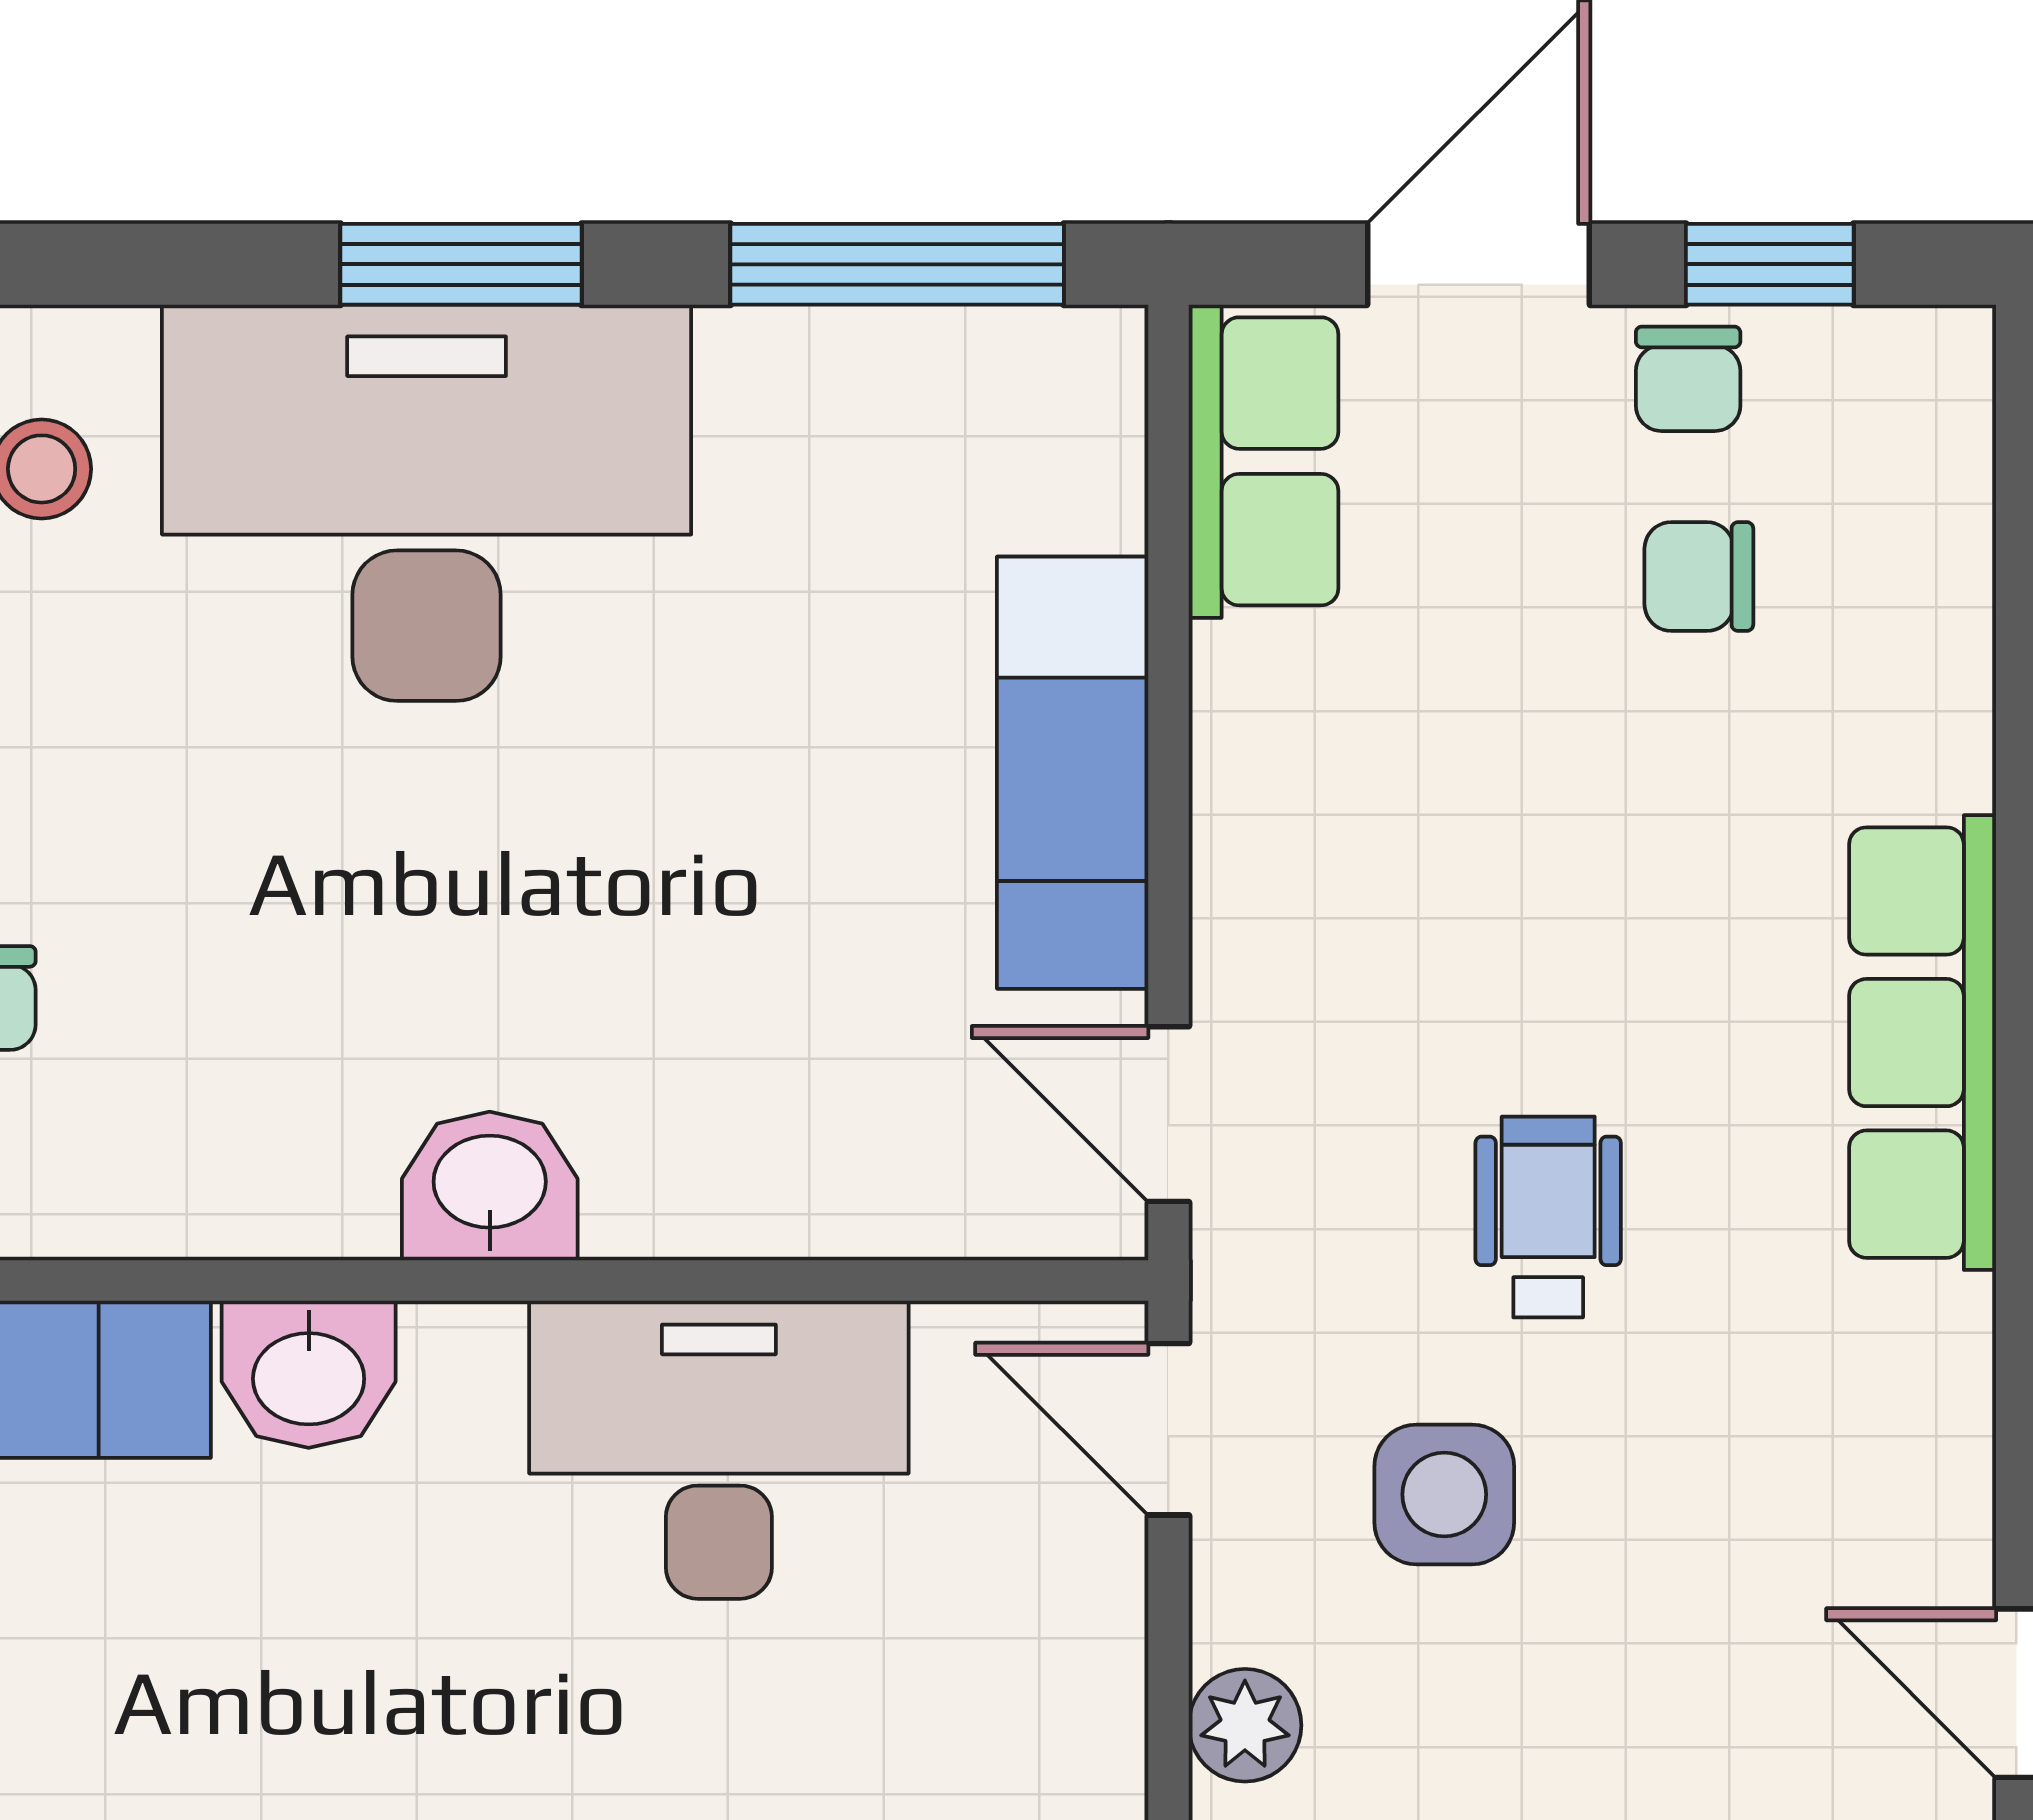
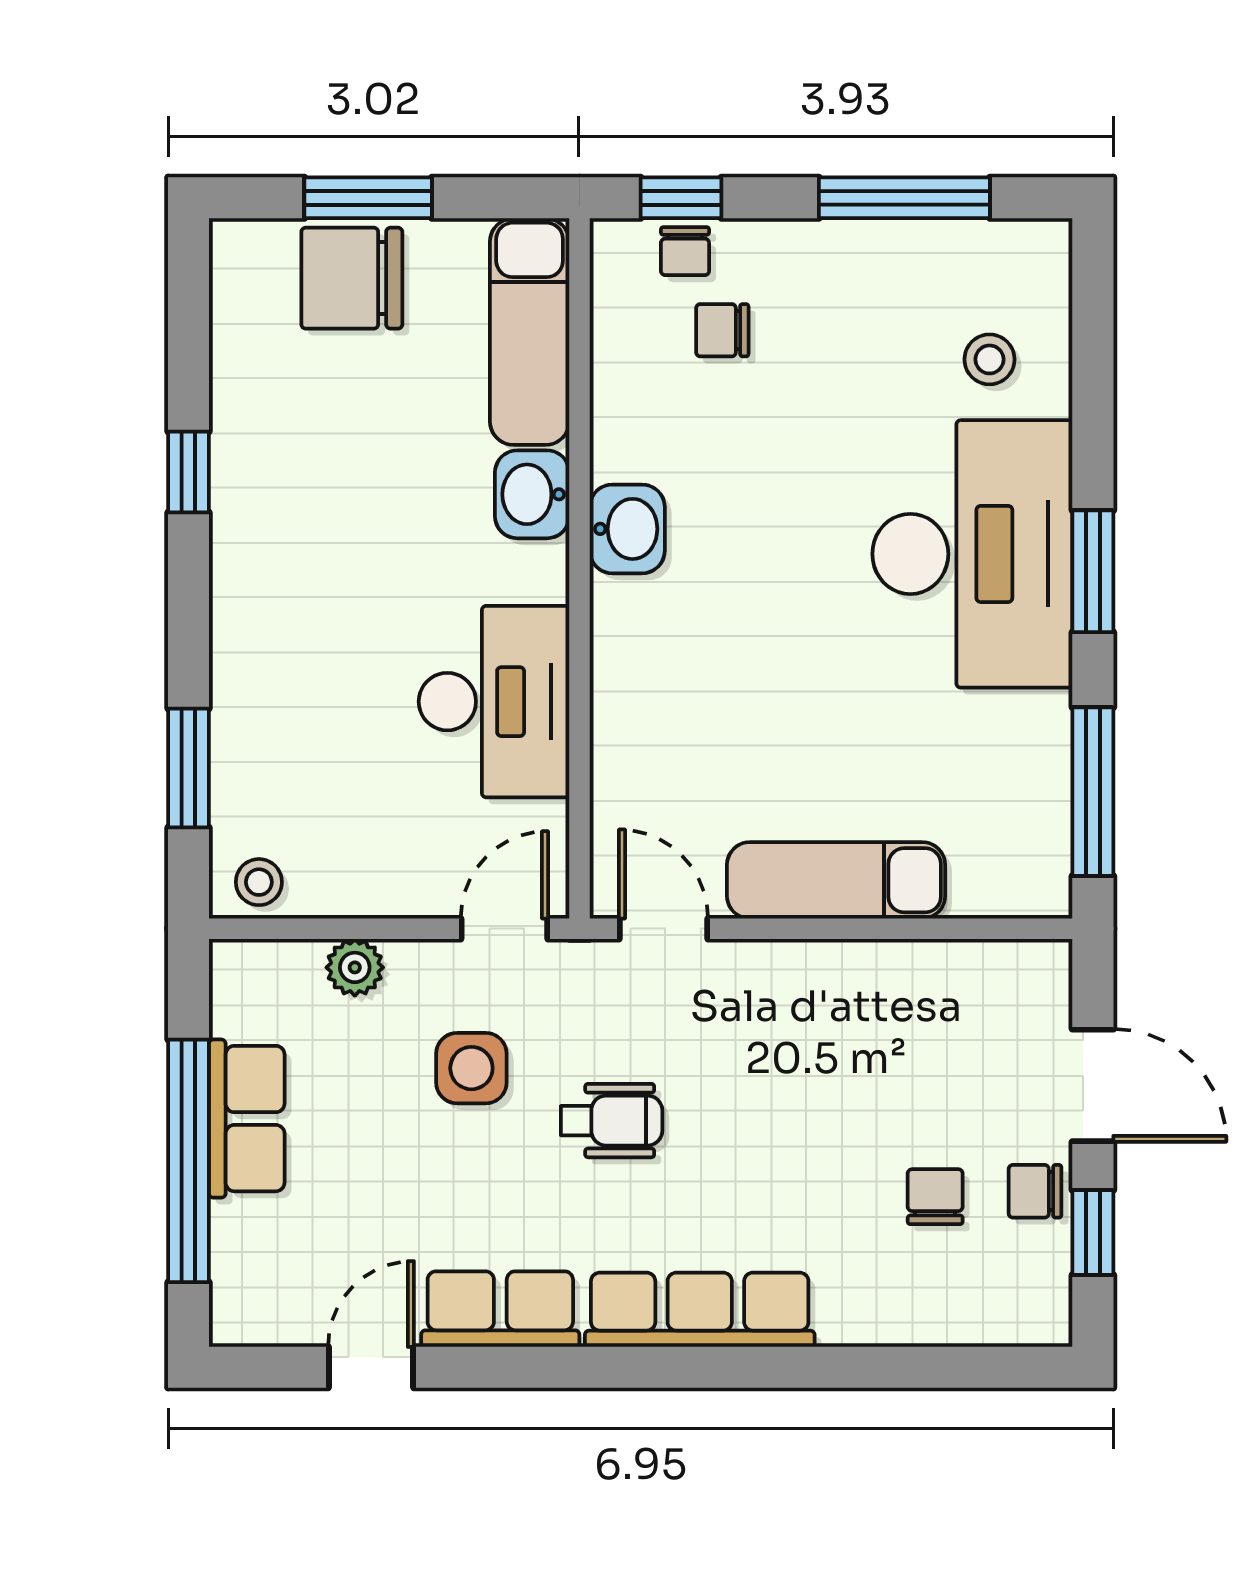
row of seats: (1264, 461) -> (500, 1309), moved, turned 180
door: (1168, 1114) -> (664, 929), hinge flipped
washbasin: (490, 1186) -> (627, 529), moved

